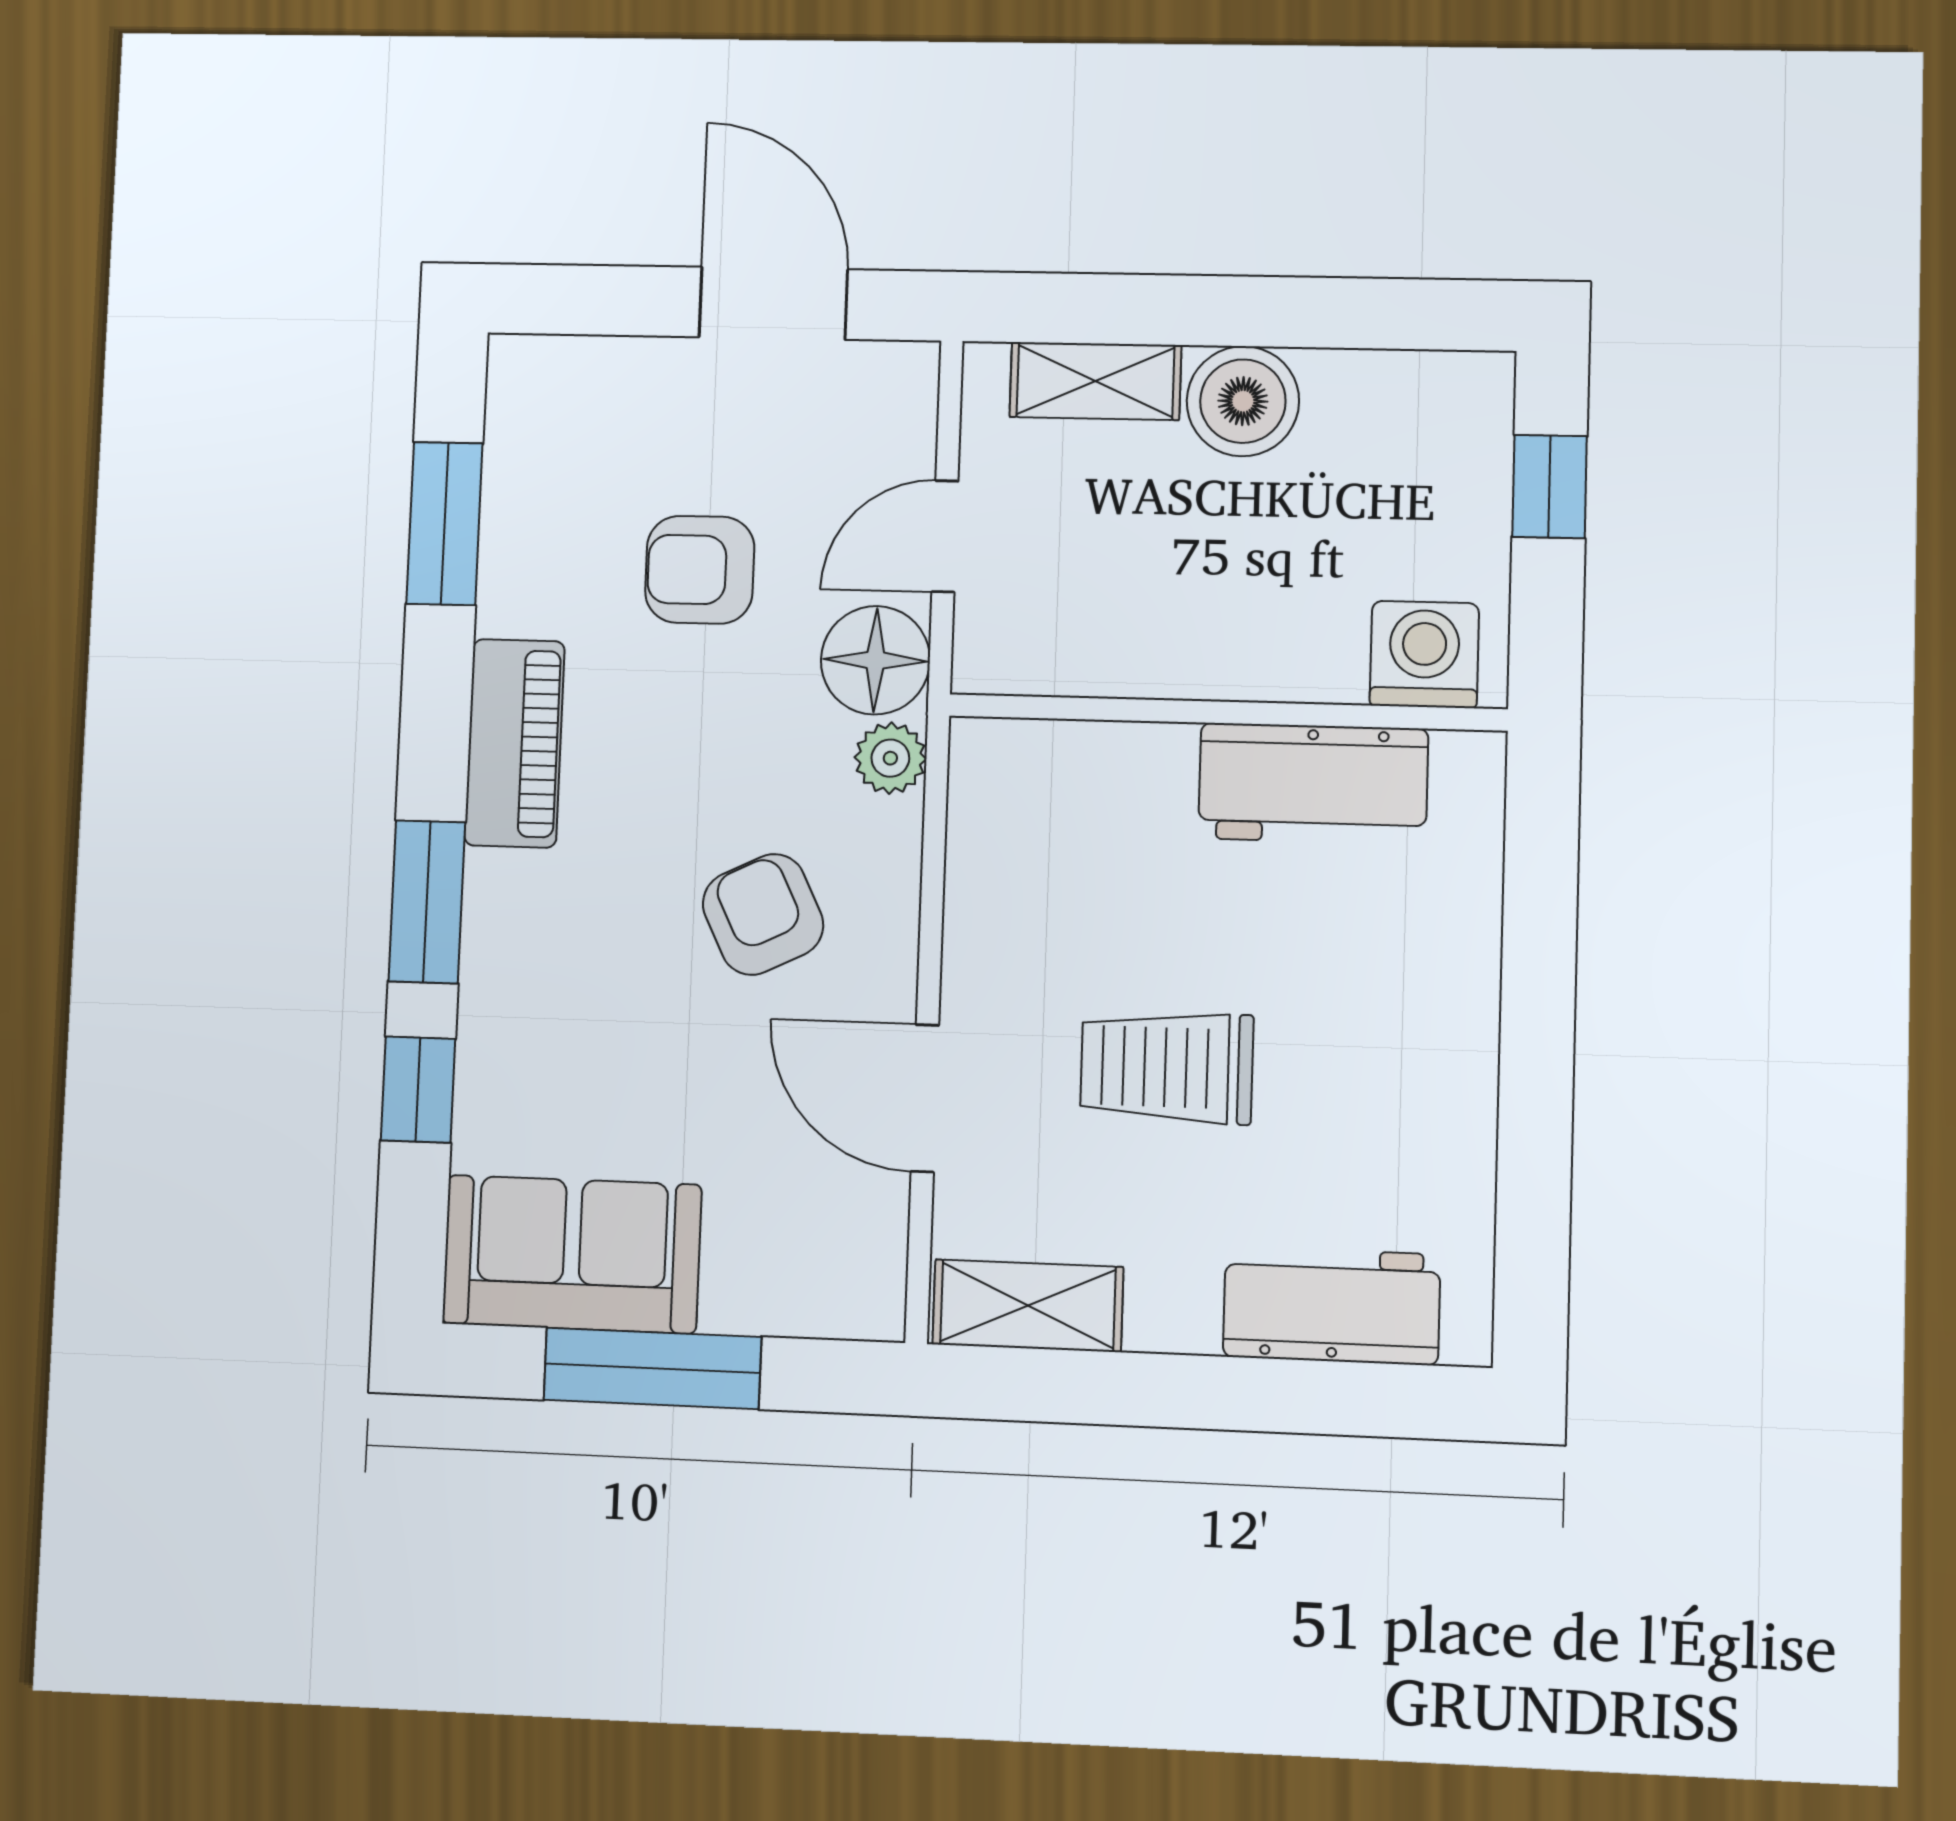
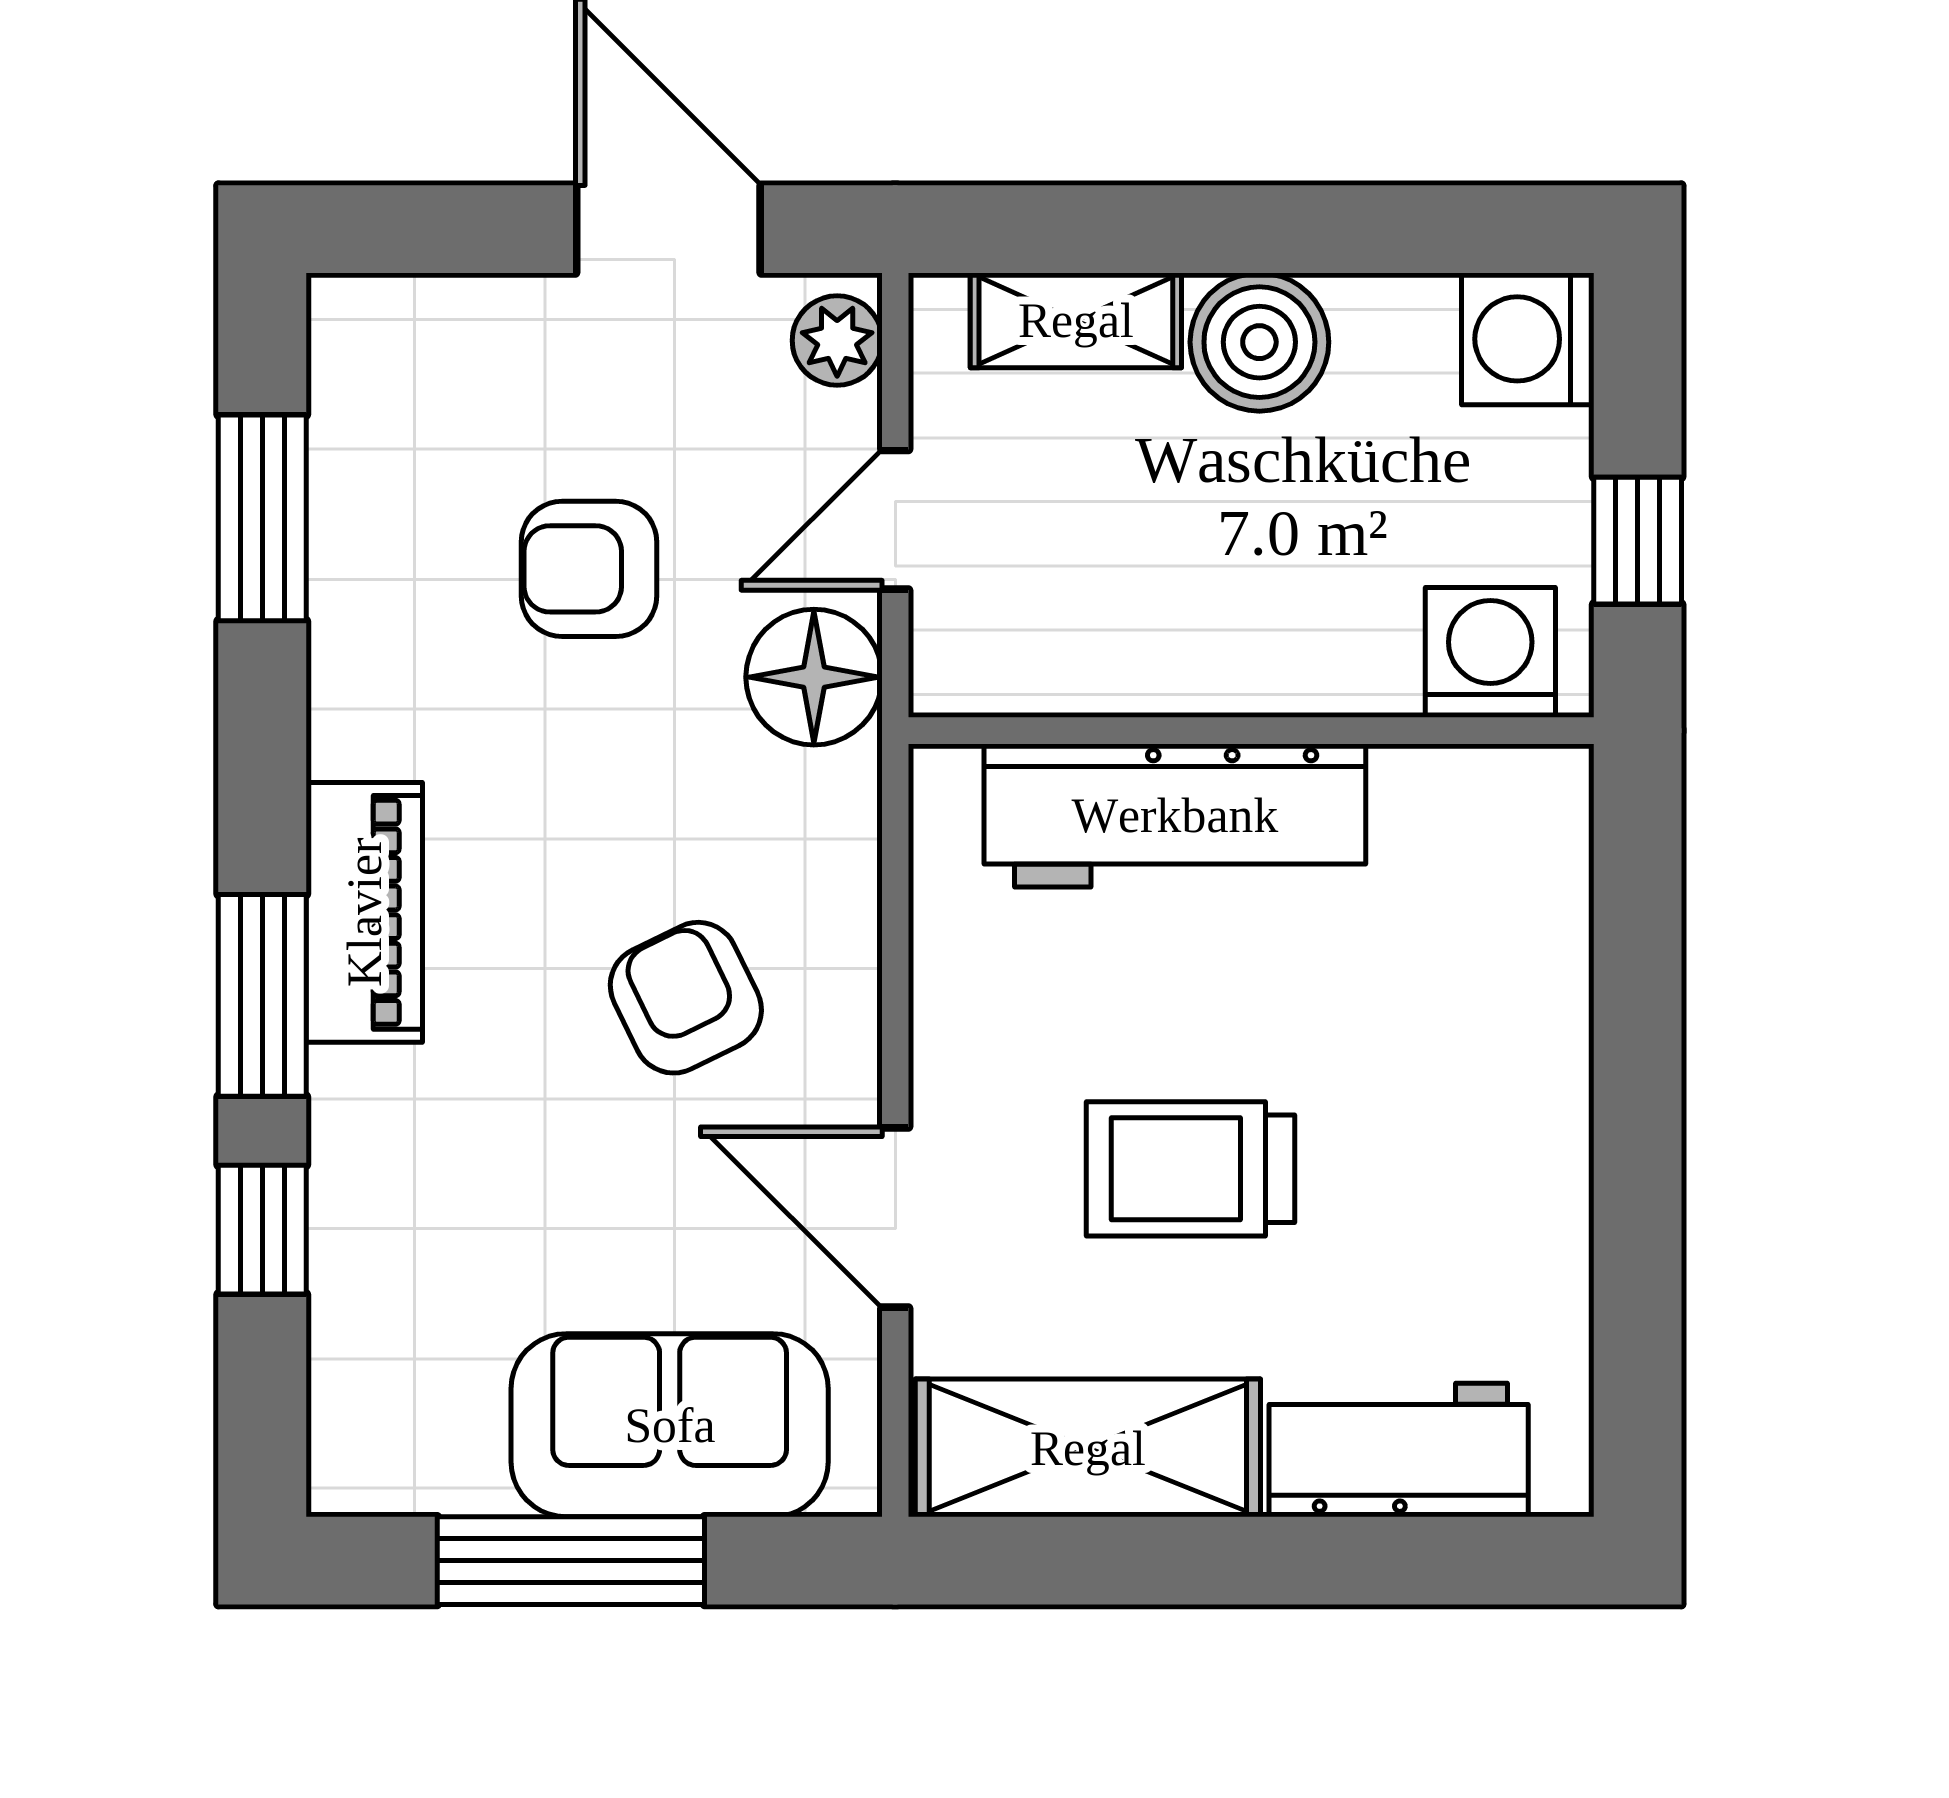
washing machine: (1461, 403) -> (1528, 339), added
window: (1550, 487) -> (1638, 541), moved
piano: (514, 743) -> (364, 912), moved
plant: (890, 758) -> (837, 340), moved
workbench: (1313, 784) -> (1175, 815), moved, width x1.38
sofa: (572, 1254) -> (670, 1425), moved
shelving: (1028, 1306) -> (1088, 1448), width x1.50, depth x1.33

